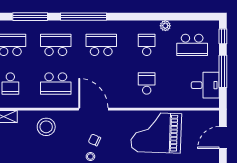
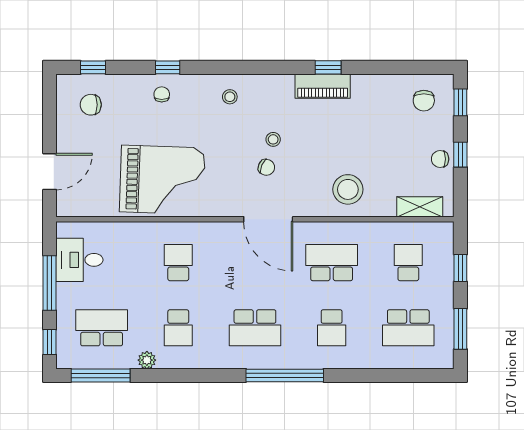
window: (30, 17) -> (101, 375), moved
school desk: (56, 45) -> (332, 328), width x0.54
school desk: (147, 83) -> (178, 263), turned 180

